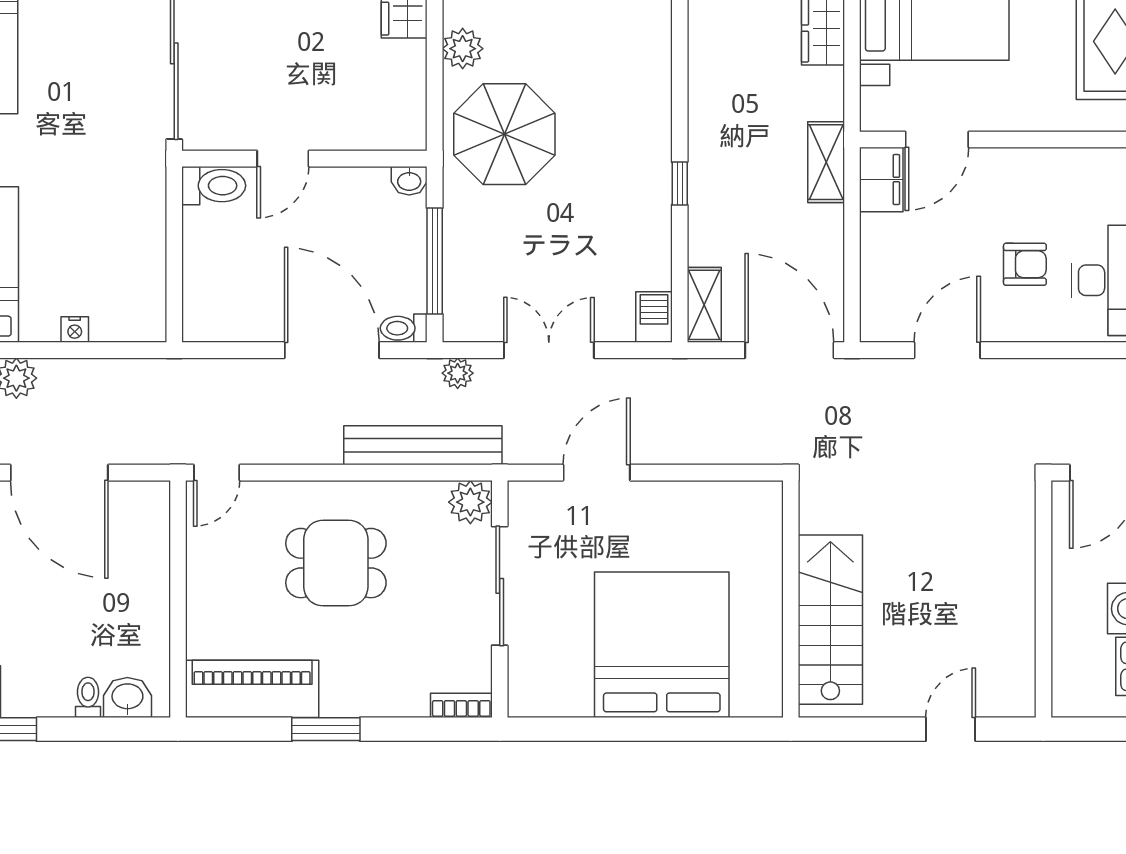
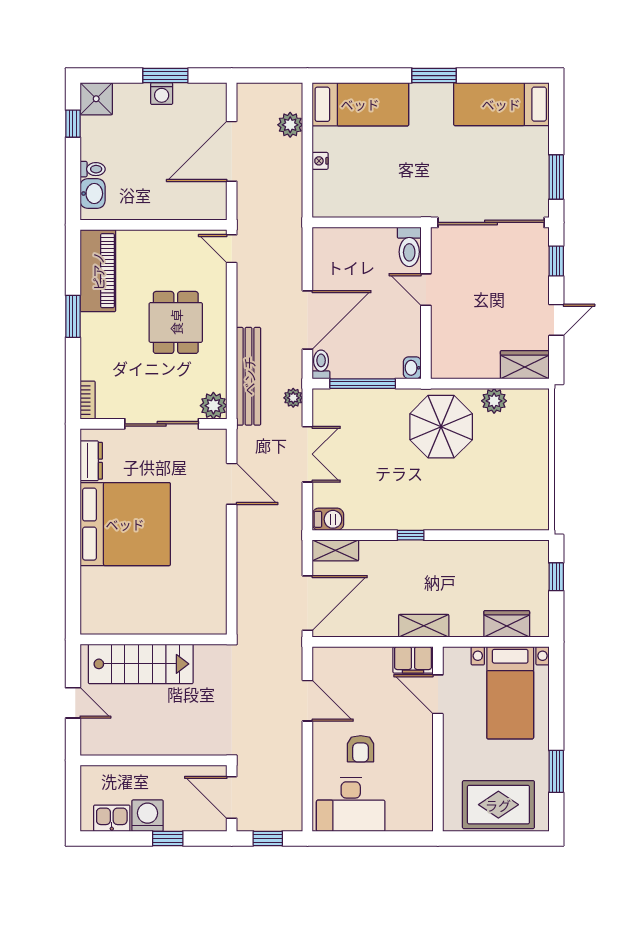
wall: (791, 599) -> (153, 639), moved
stairs: (830, 620) -> (141, 664), moved
dresser: (559, 700) -> (91, 461), added

